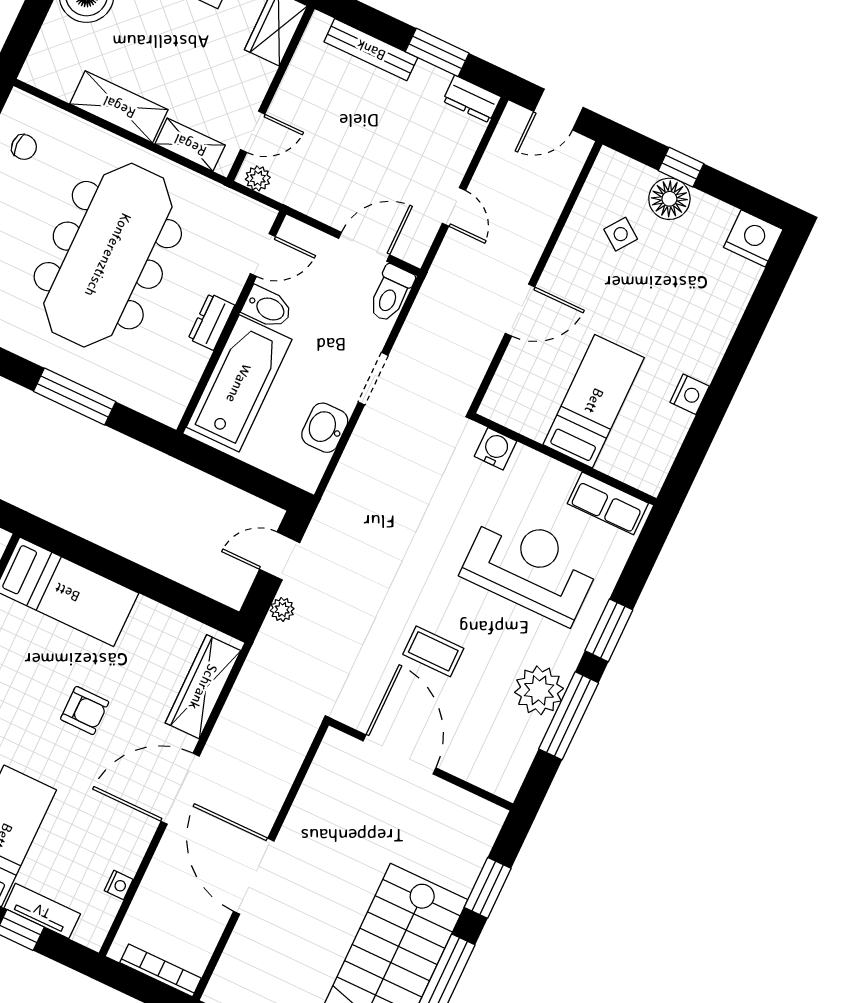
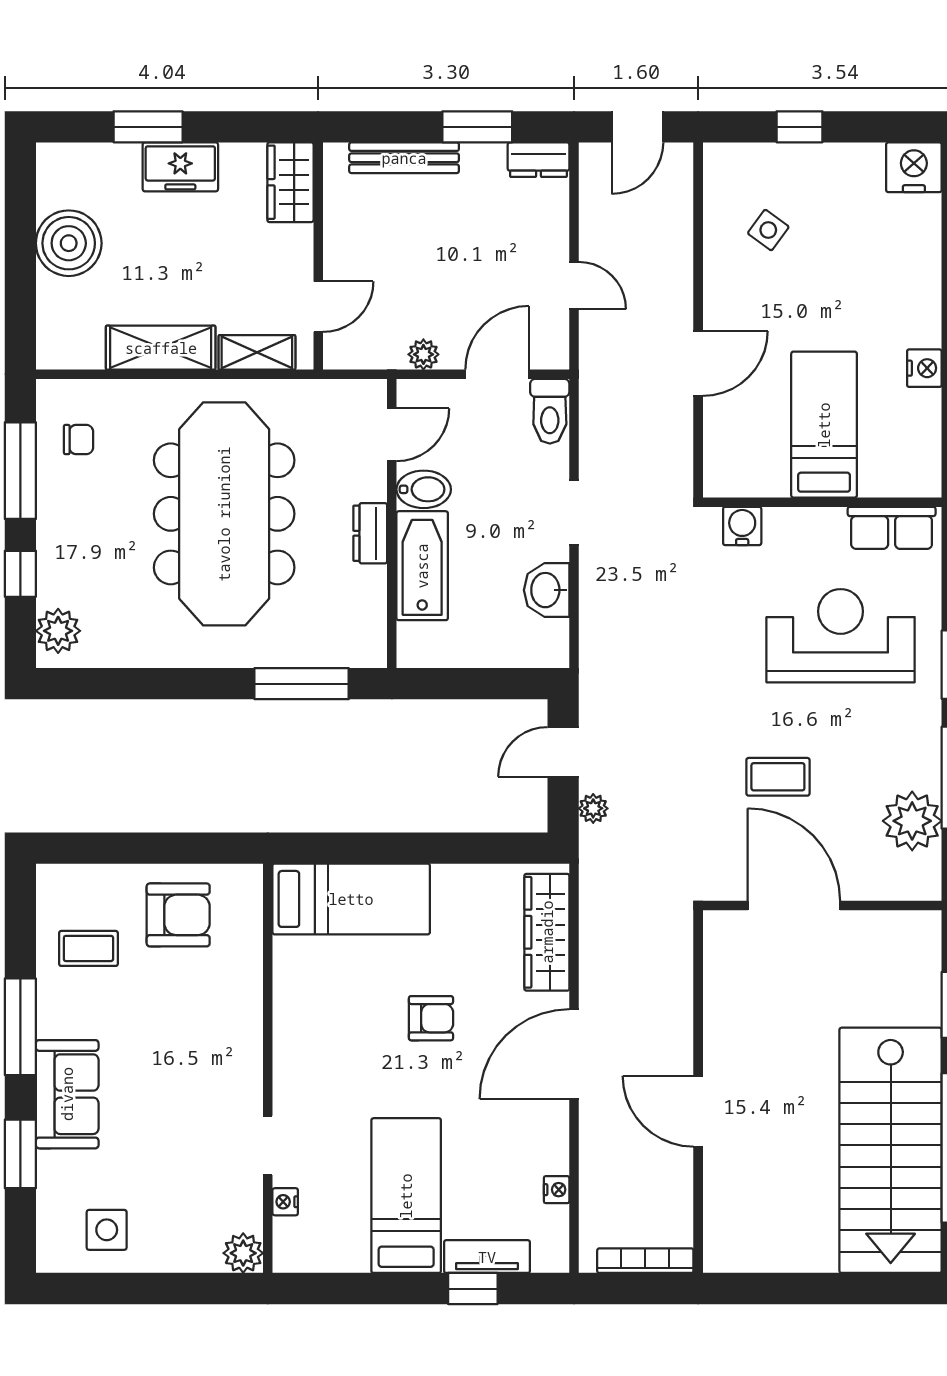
plant: (258, 178) -> (423, 354), moved
floor lamp: (669, 199) -> (803, 167), removed
bathtub: (239, 383) -> (422, 566), width x0.73, depth x0.73
window: (75, 396) -> (302, 684), moved
plant: (539, 690) -> (912, 821), moved
door: (254, 876) -> (698, 1111), width x0.73

